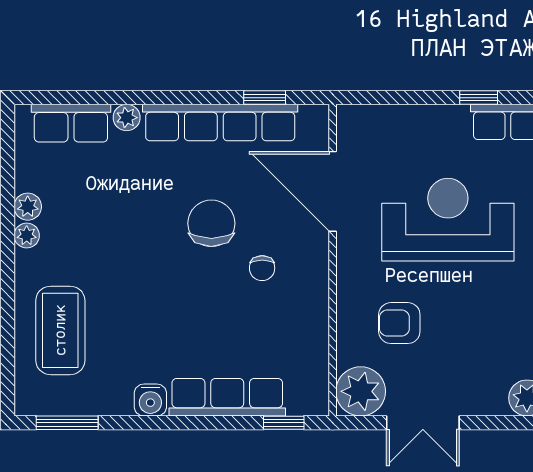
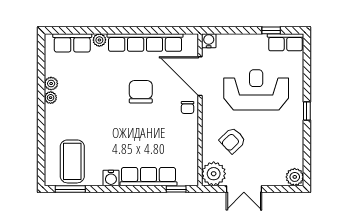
window: (265, 98) -> (167, 30), removed
water cooler: (351, 119) -> (209, 41), added
chair: (262, 268) -> (188, 108), moved
armchair: (399, 323) -> (232, 140), turned -44
coffee table: (60, 330) -> (72, 161), moved

